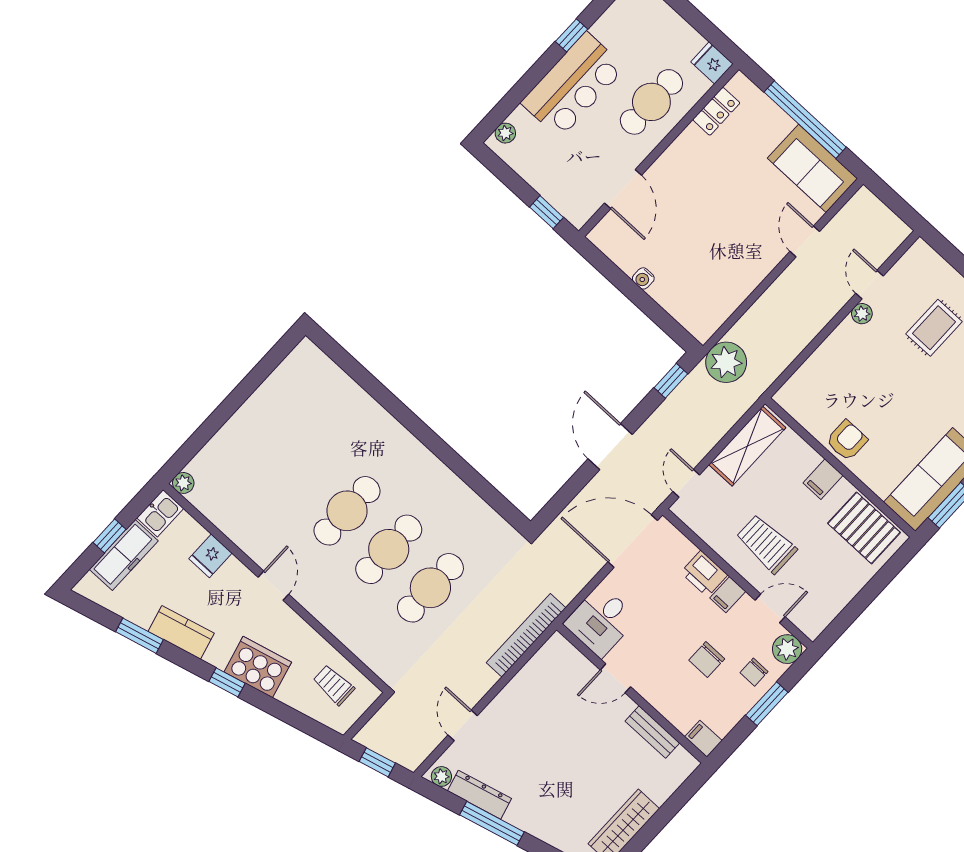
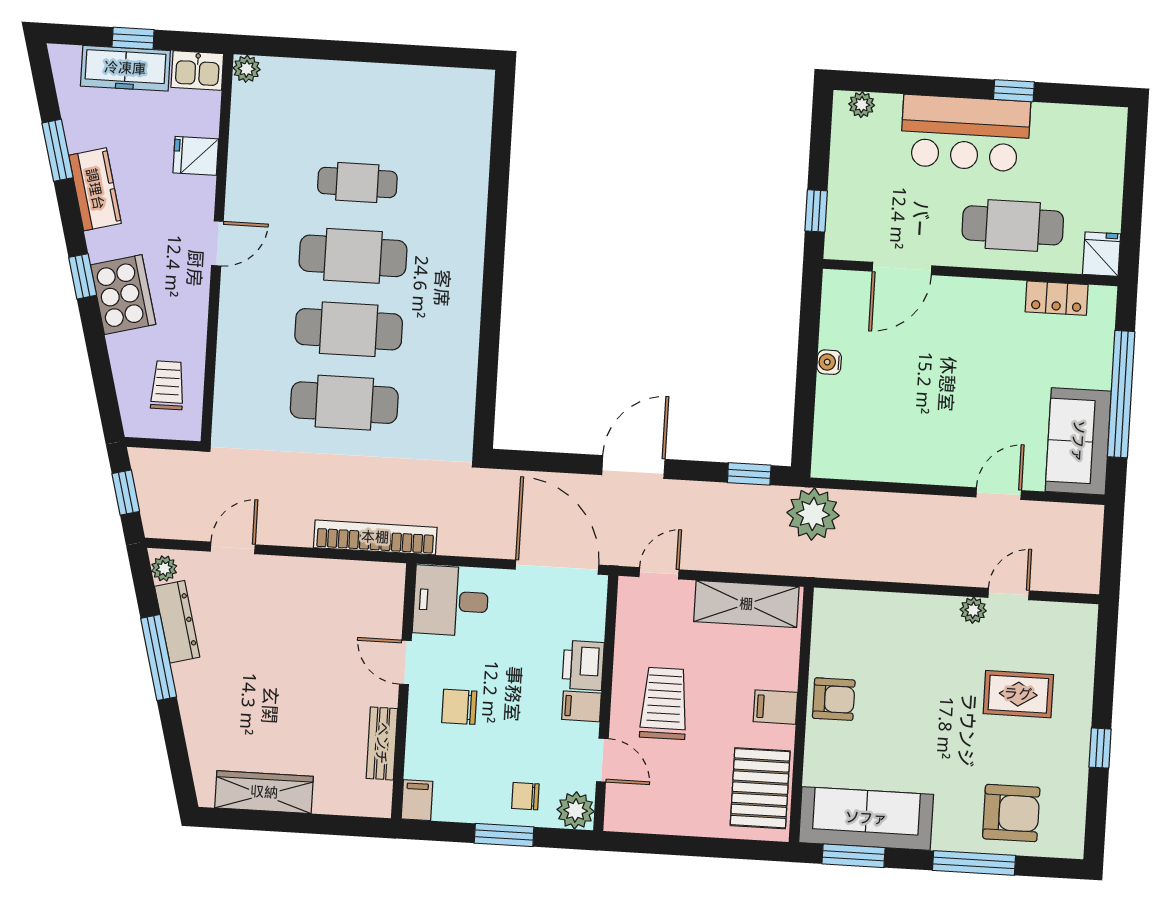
cafe table: (305, 472) -> (357, 182), added
chair: (707, 659) -> (459, 707), moved

